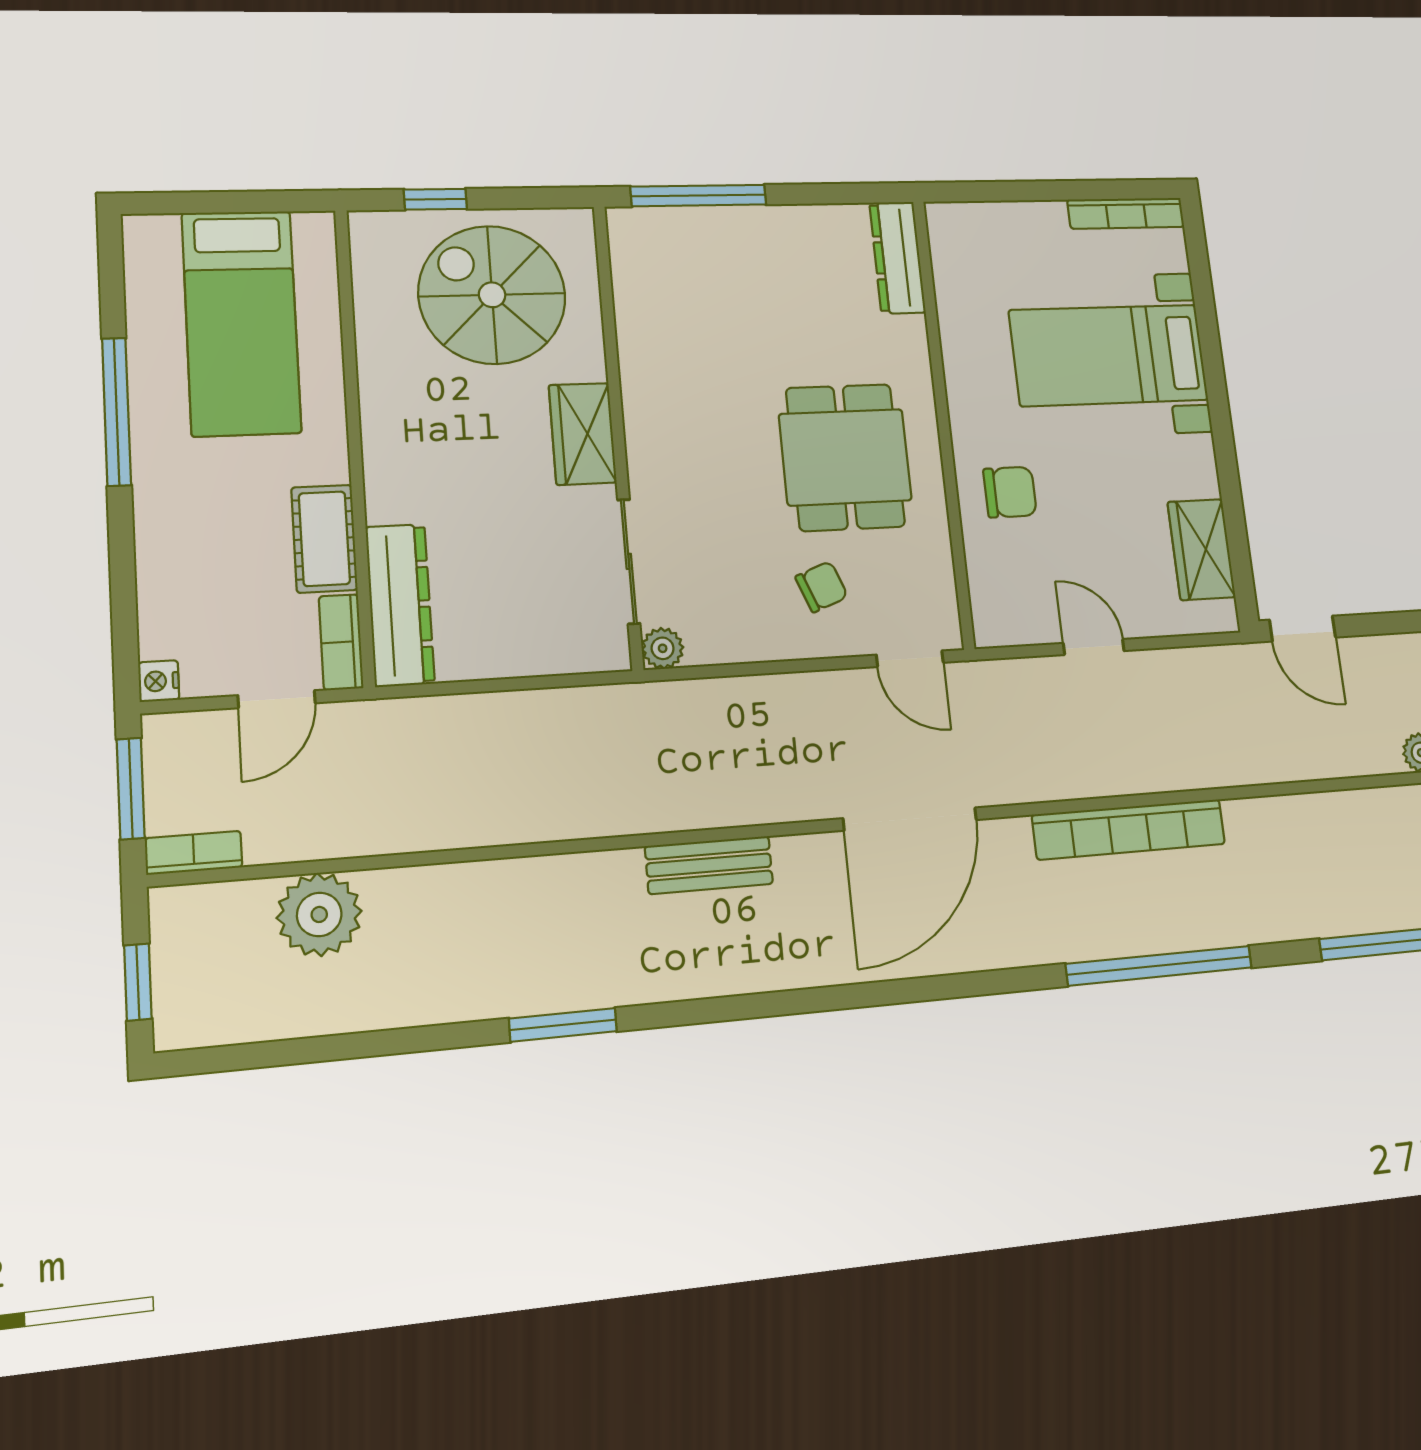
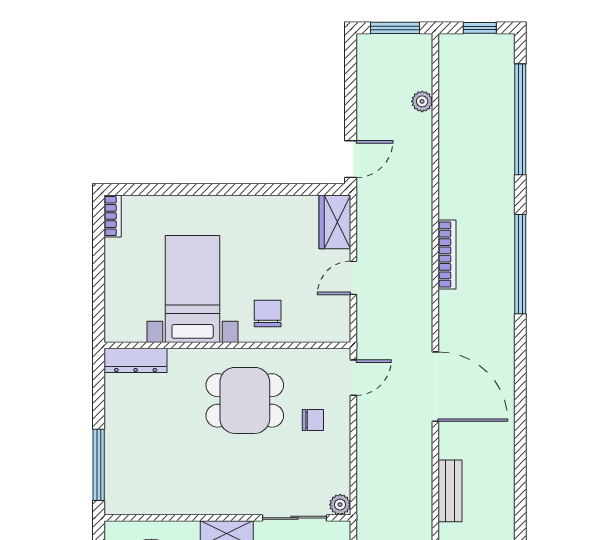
bookcase: (1126, 213) -> (113, 216), width x0.64
bed with nightstands: (1109, 355) -> (193, 289), moved, turned 180
wardrobe: (1201, 549) -> (335, 222), moved, turned 90
chair: (822, 587) -> (313, 420), turned 111
bookcase: (1129, 829) -> (447, 255), width x0.68, depth x0.76

